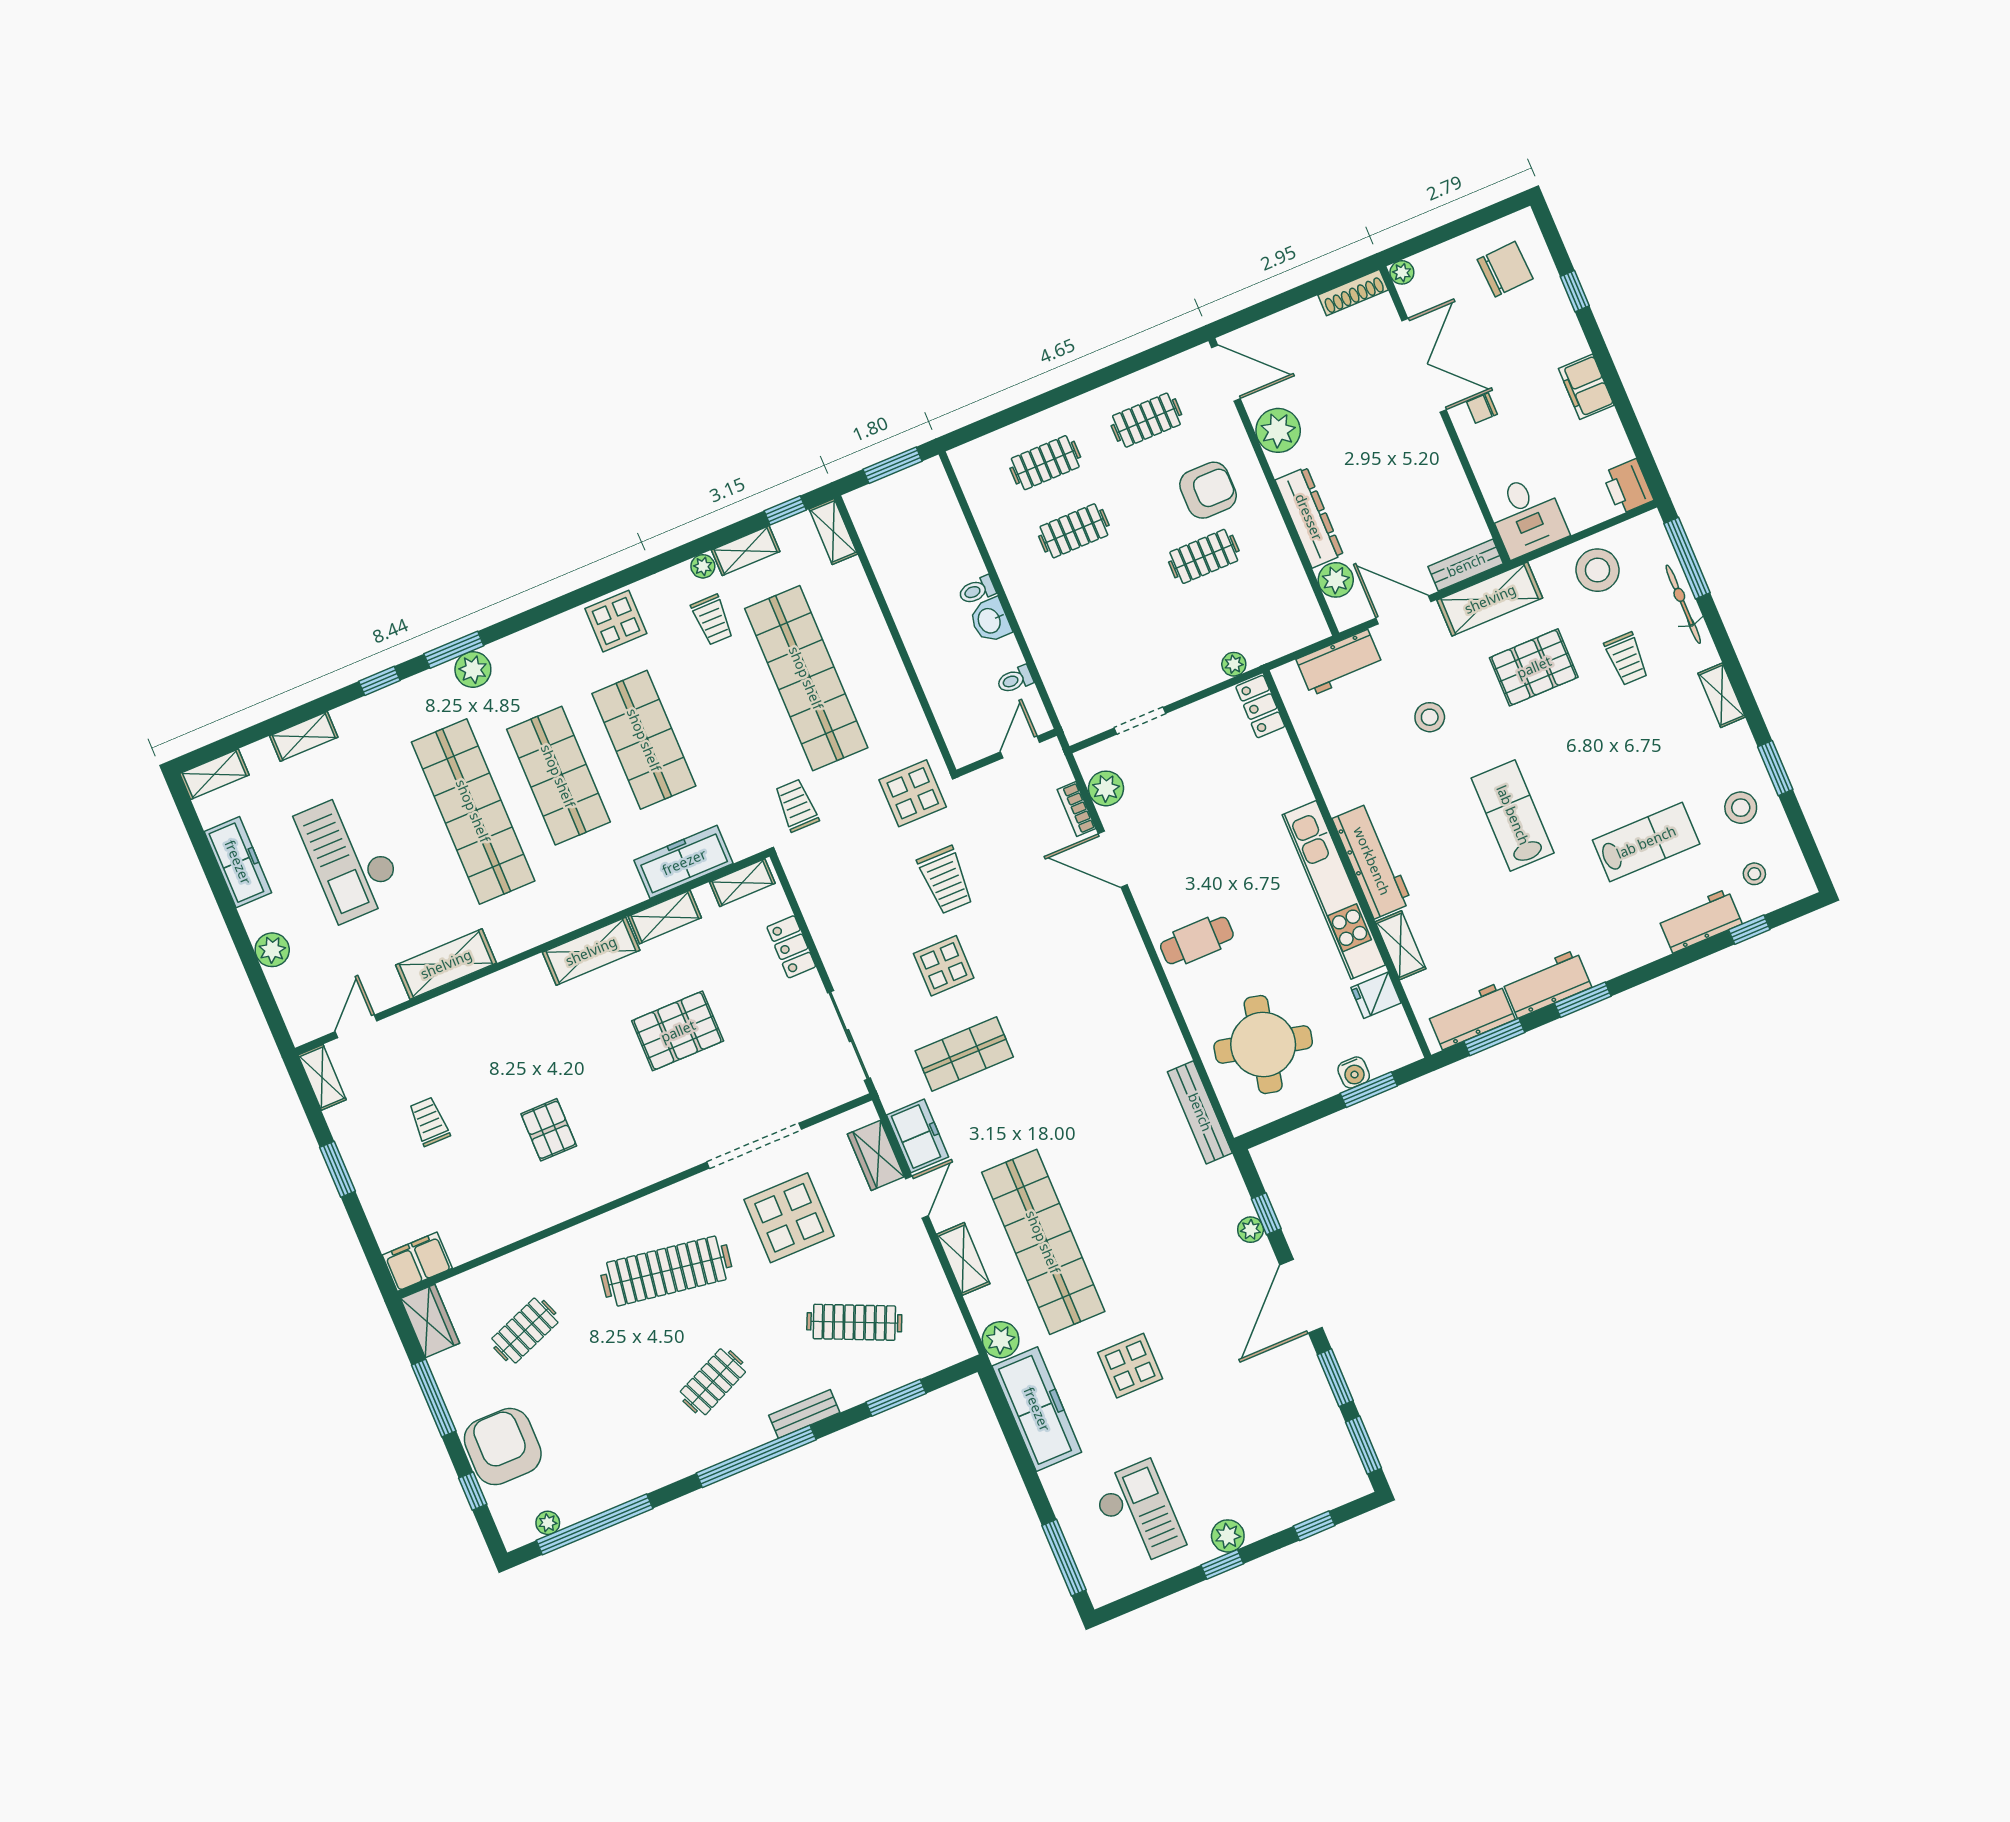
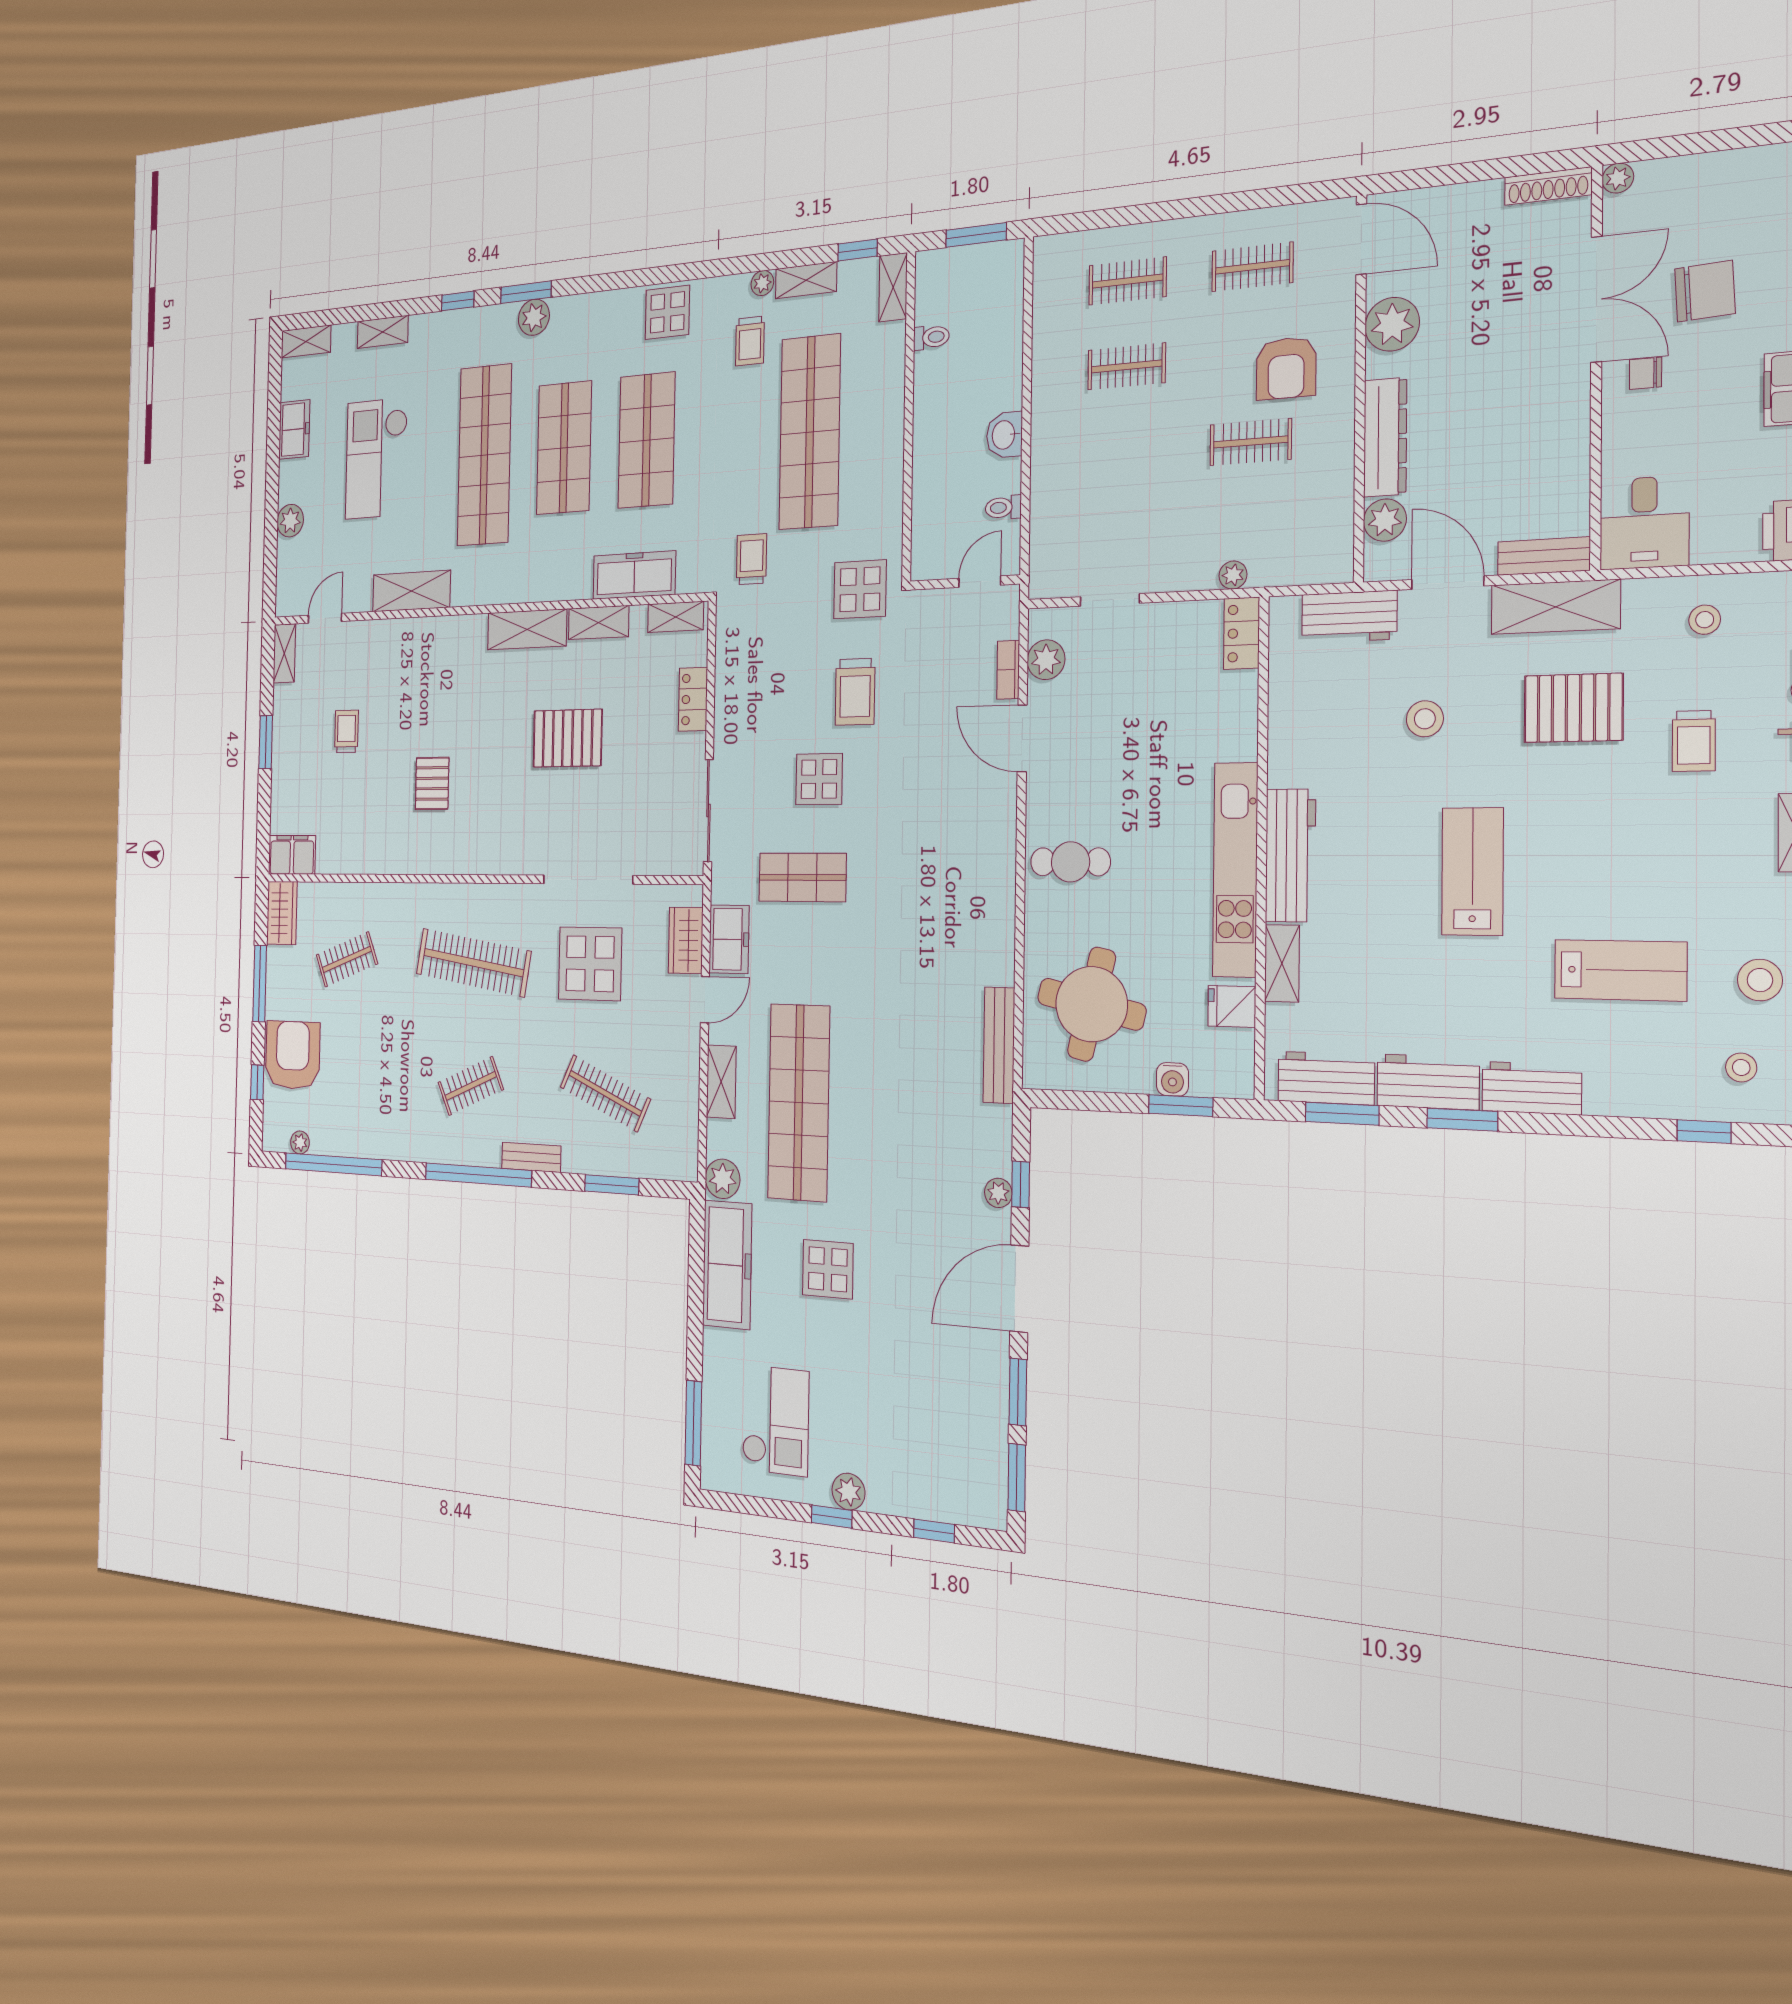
chair: (1505, 269) -> (1705, 291), moved
armchair: (1208, 490) -> (1286, 368), turned 90
stool: (1597, 570) -> (1705, 620), width x0.53, depth x0.53
toilet: (977, 590) -> (931, 337), moved, turned 180
freezer: (238, 862) -> (294, 429), width x0.71
workbench: (1700, 921) -> (1532, 1088), moved

